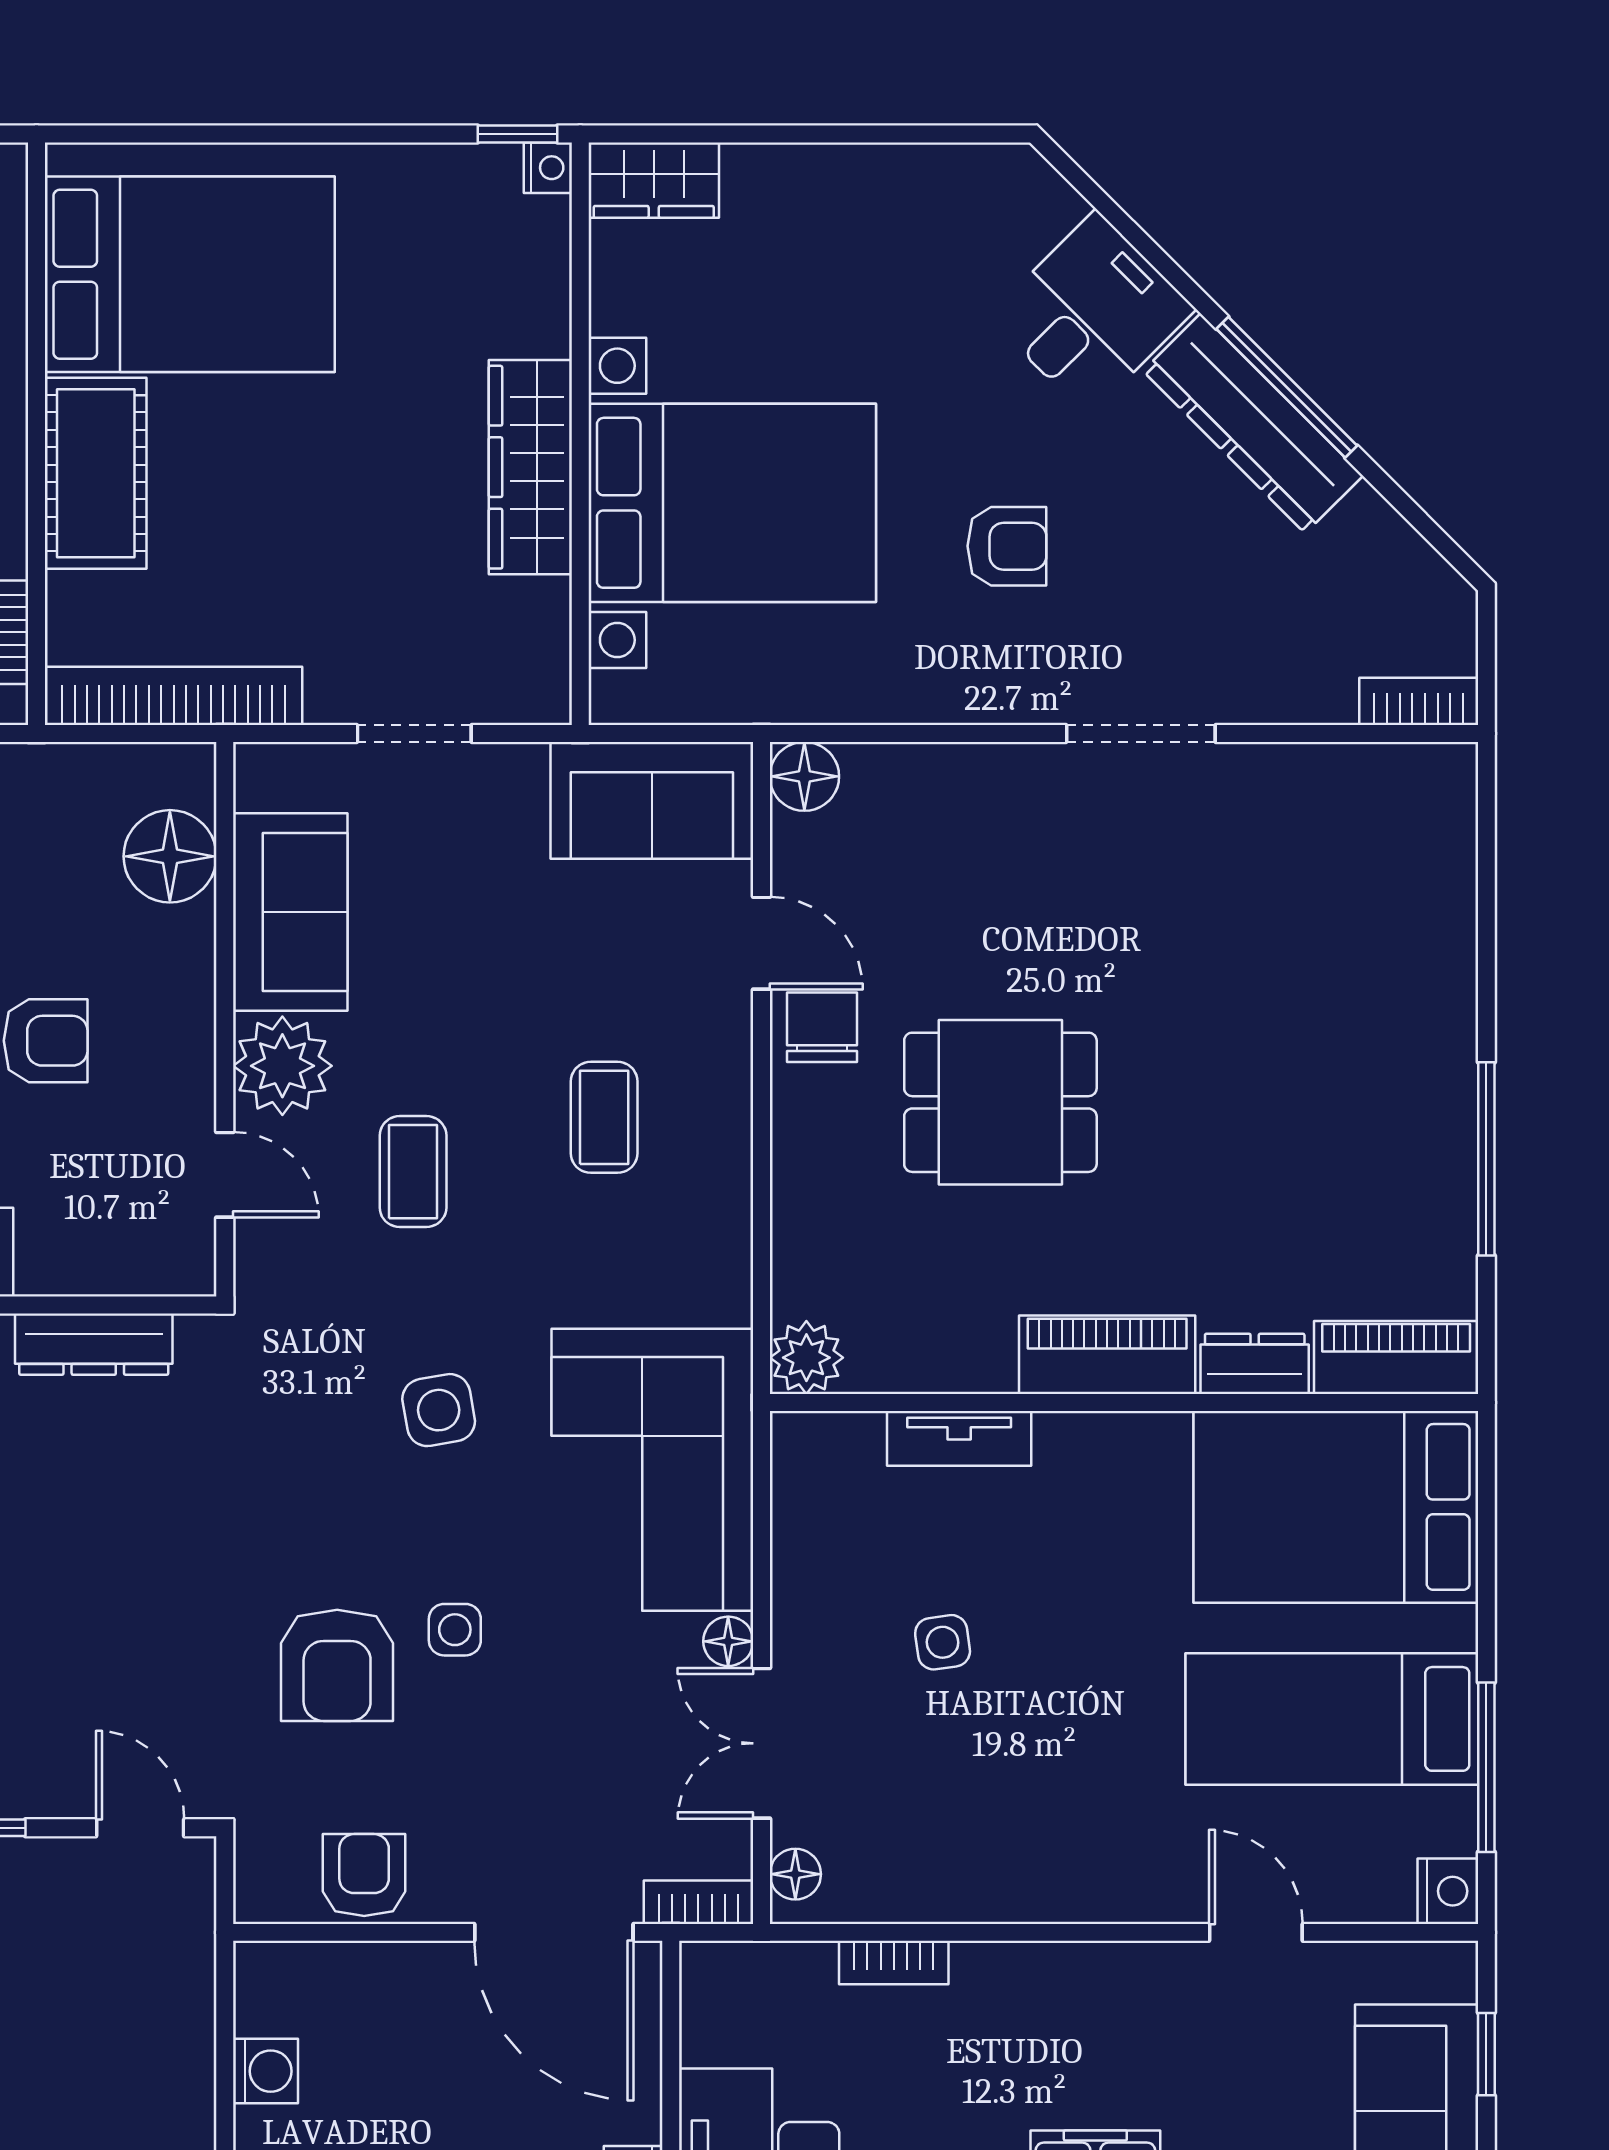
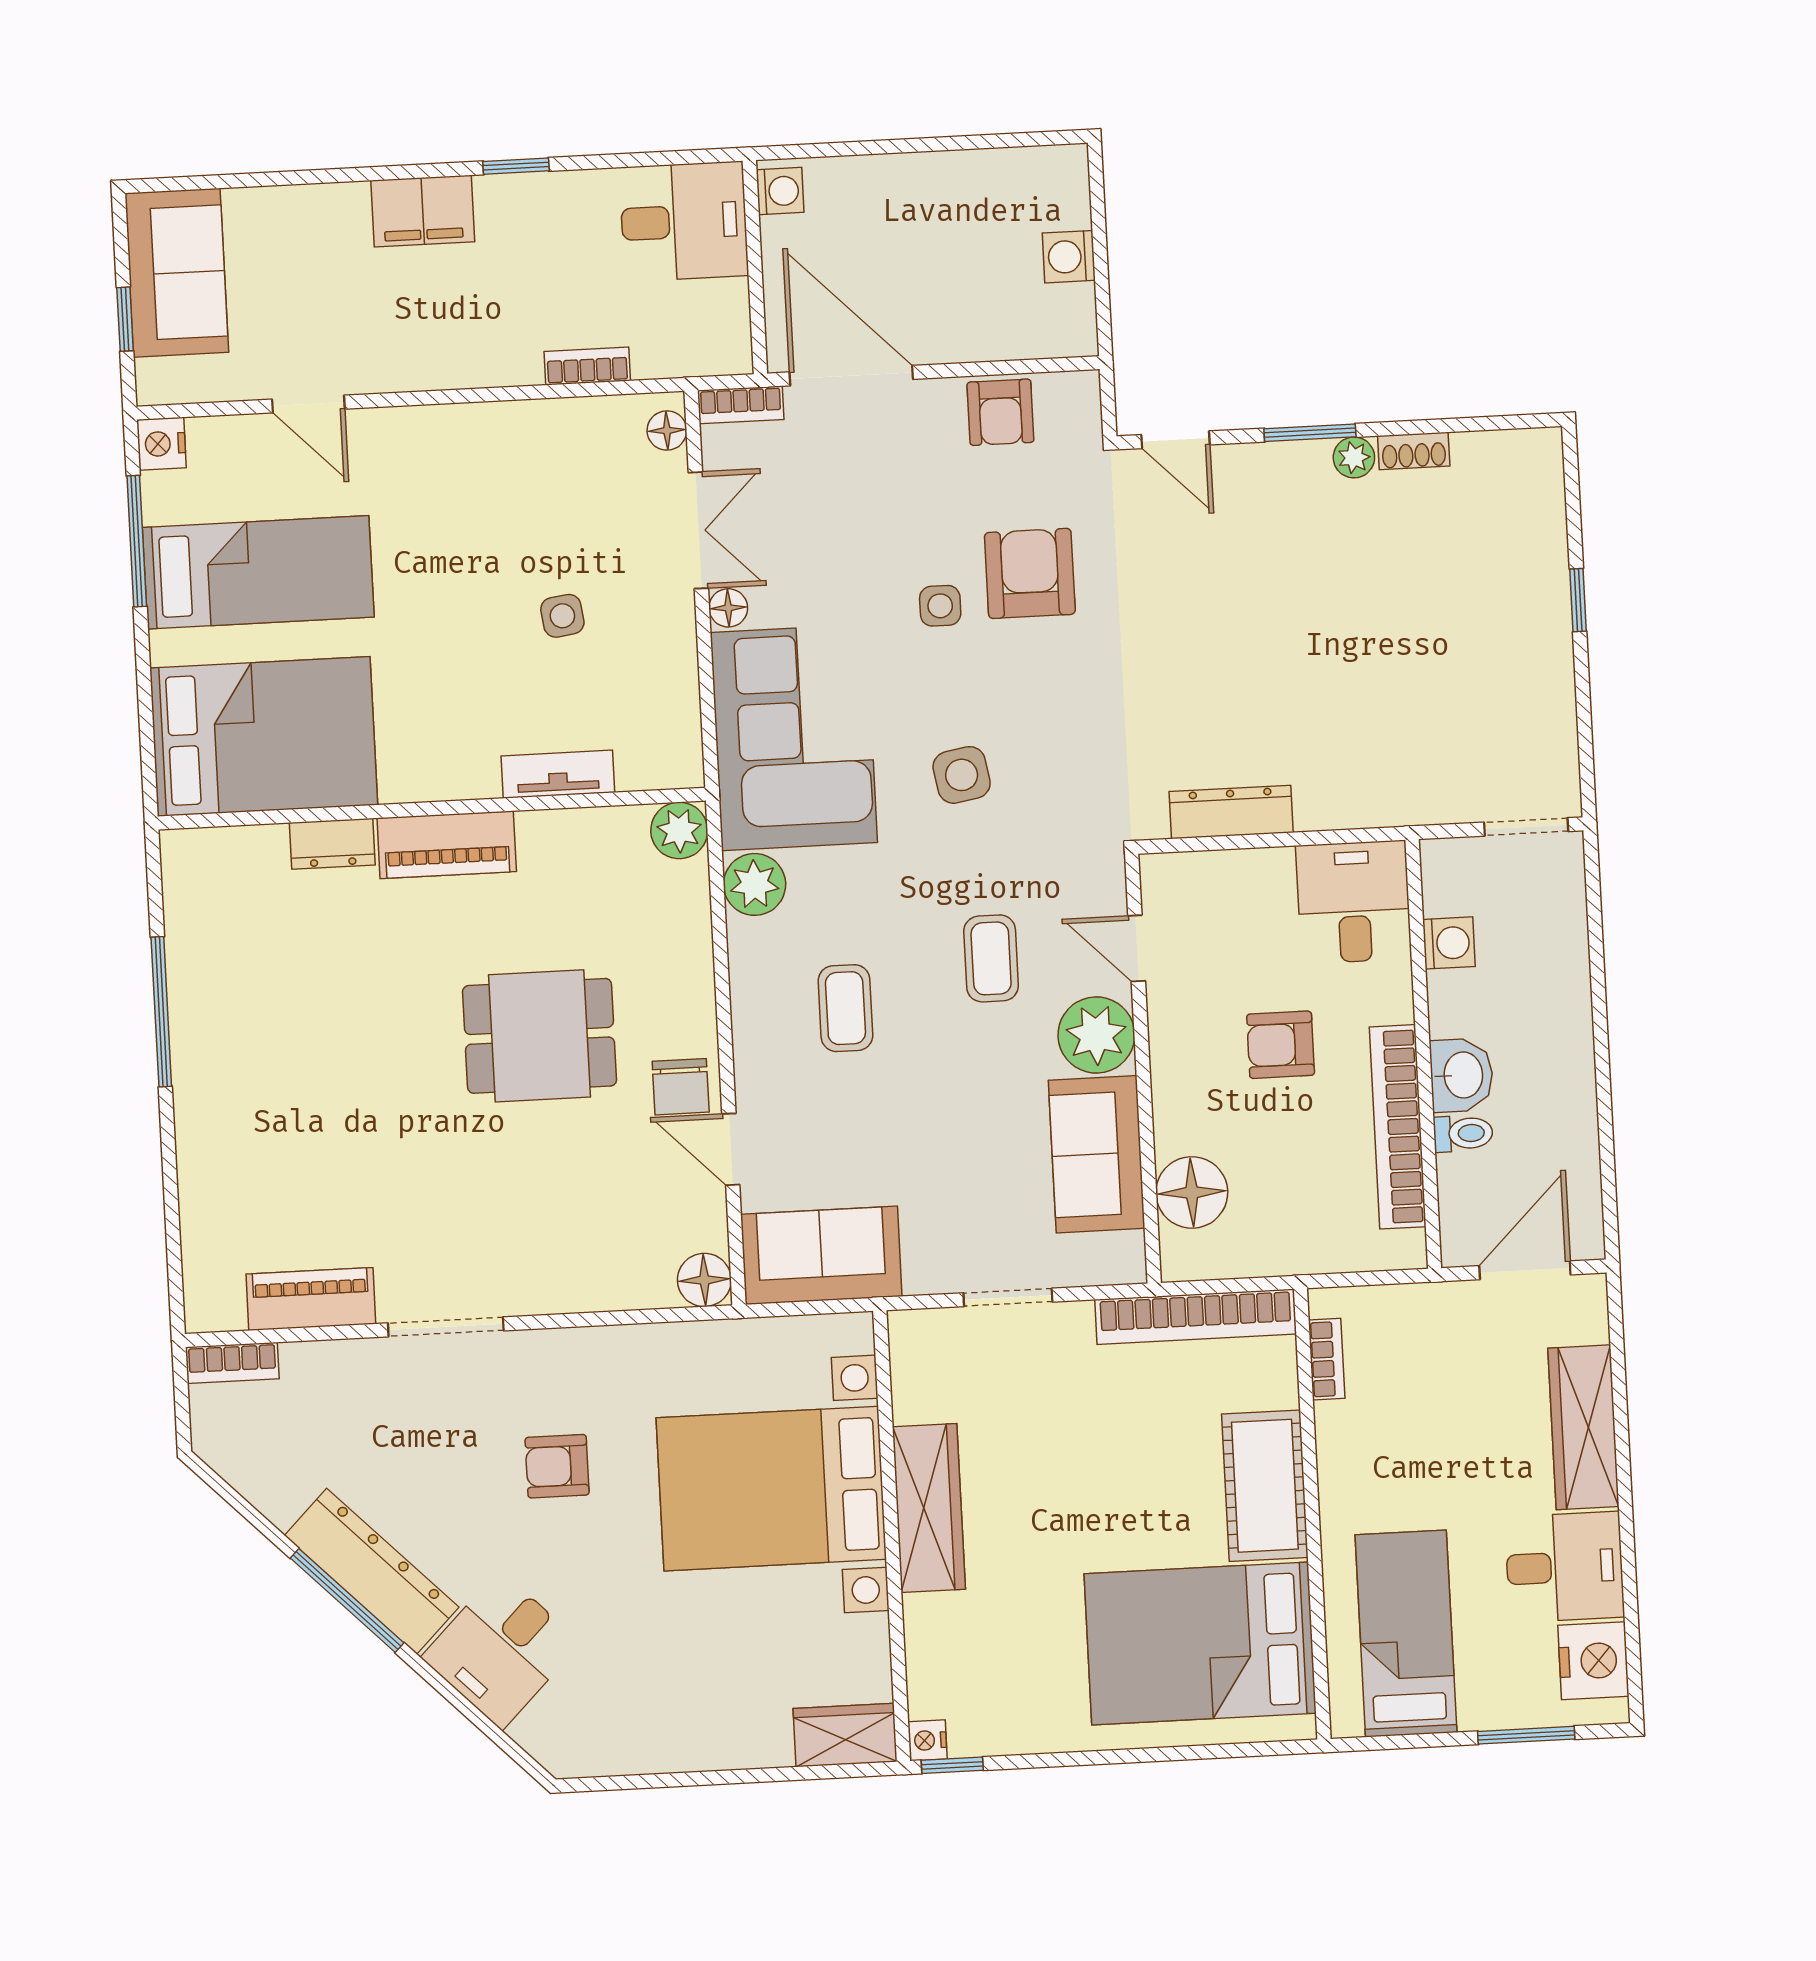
plant: (713, 1283) -> (755, 884), added
piano: (1396, 1358) -> (311, 1299), moved, turned 180

